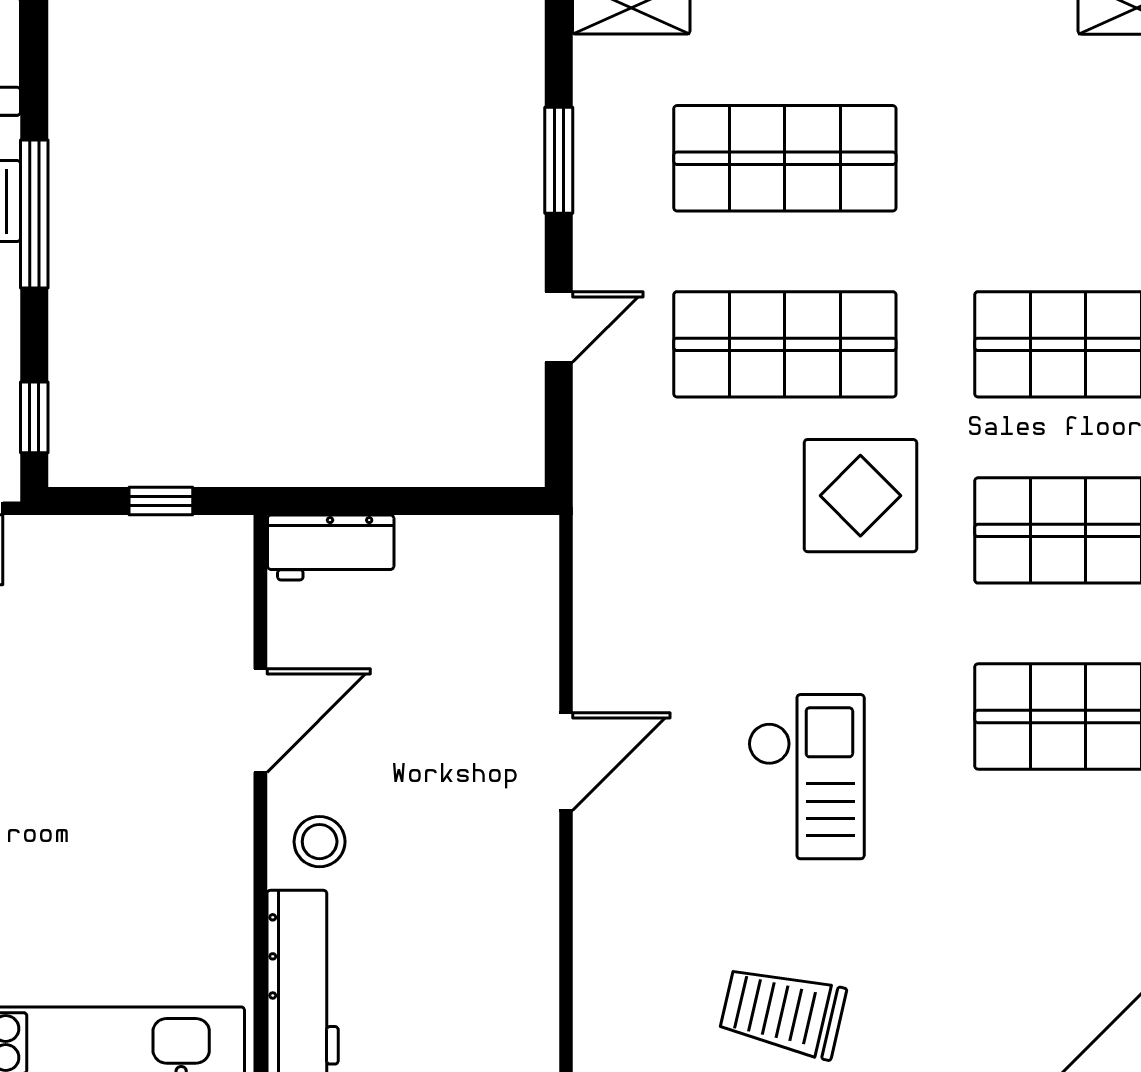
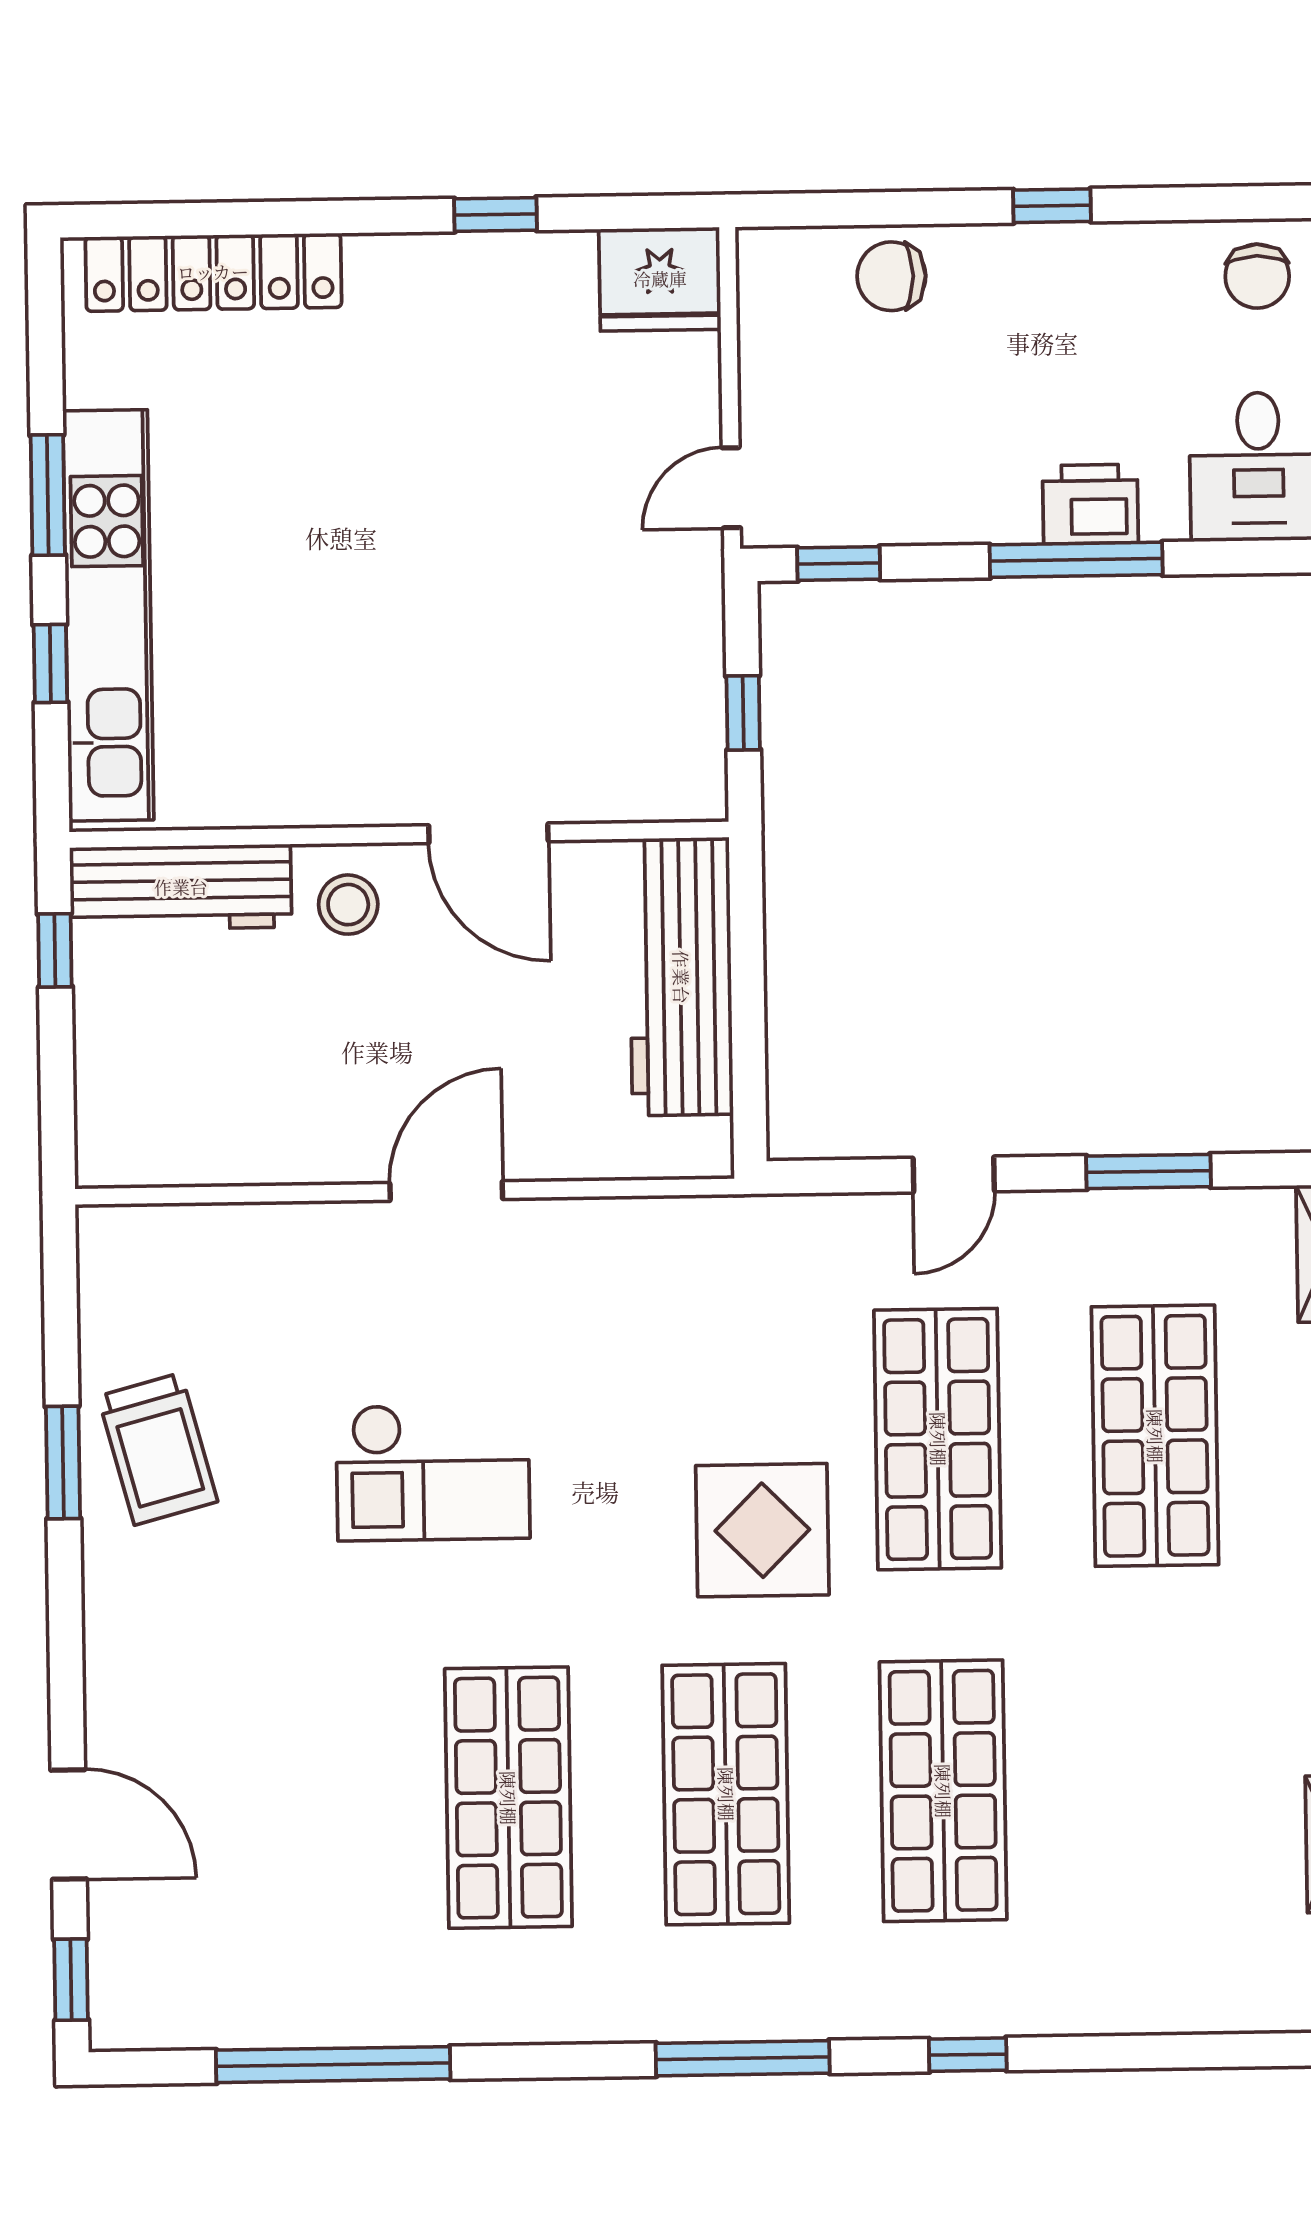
door: (559, 327) -> (954, 1175), hinge flipped
workbench: (331, 547) -> (681, 977), width x1.88, depth x1.32
door: (566, 762) -> (446, 1191), swing flipped
trolley: (783, 1012) -> (158, 1449), turned 152

